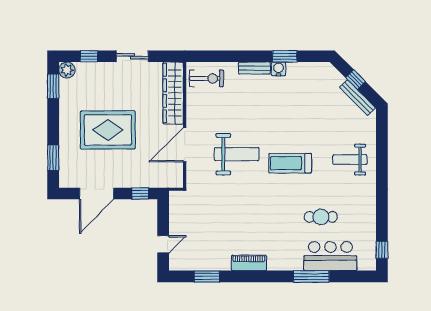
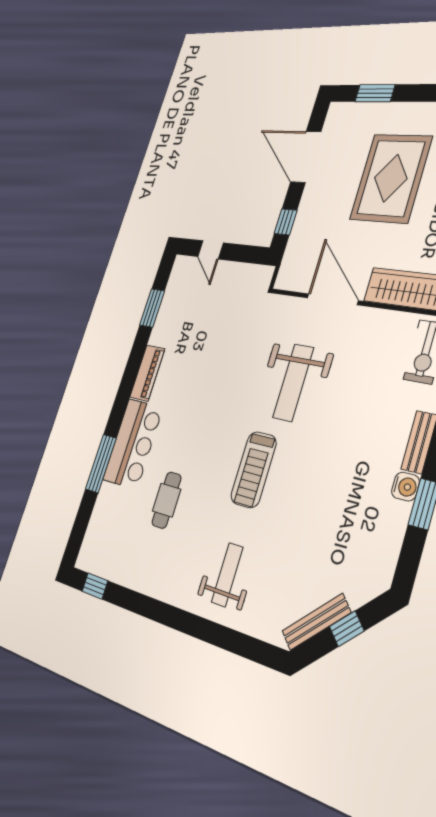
treadmill: (290, 163) -> (254, 469), turned 180
bar counter: (330, 256) -> (133, 444), moved

